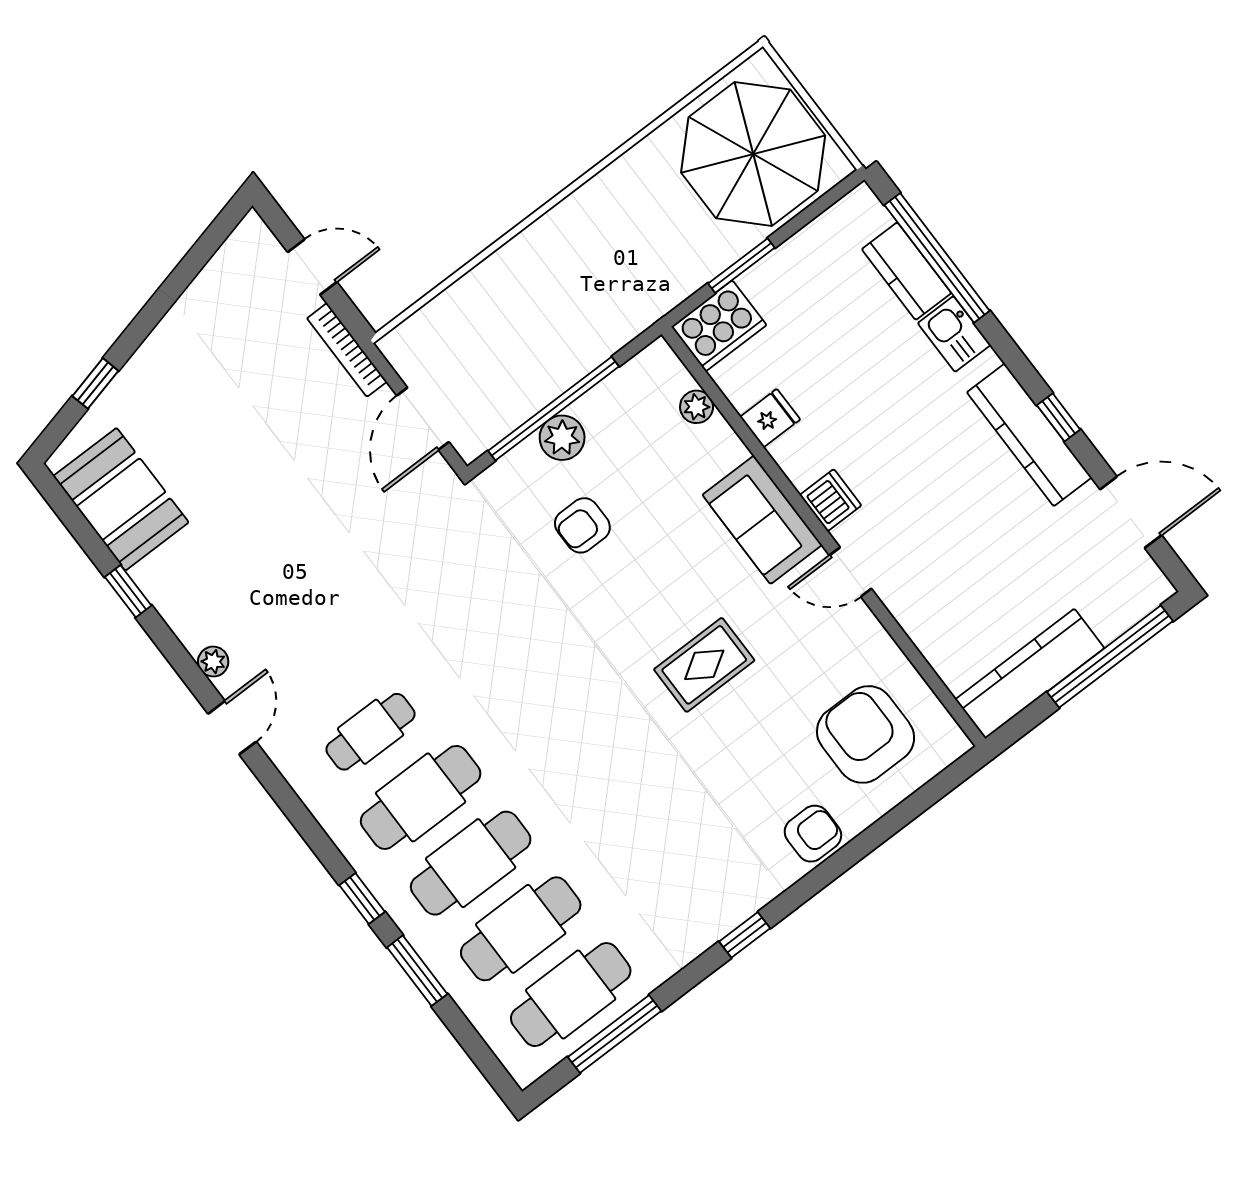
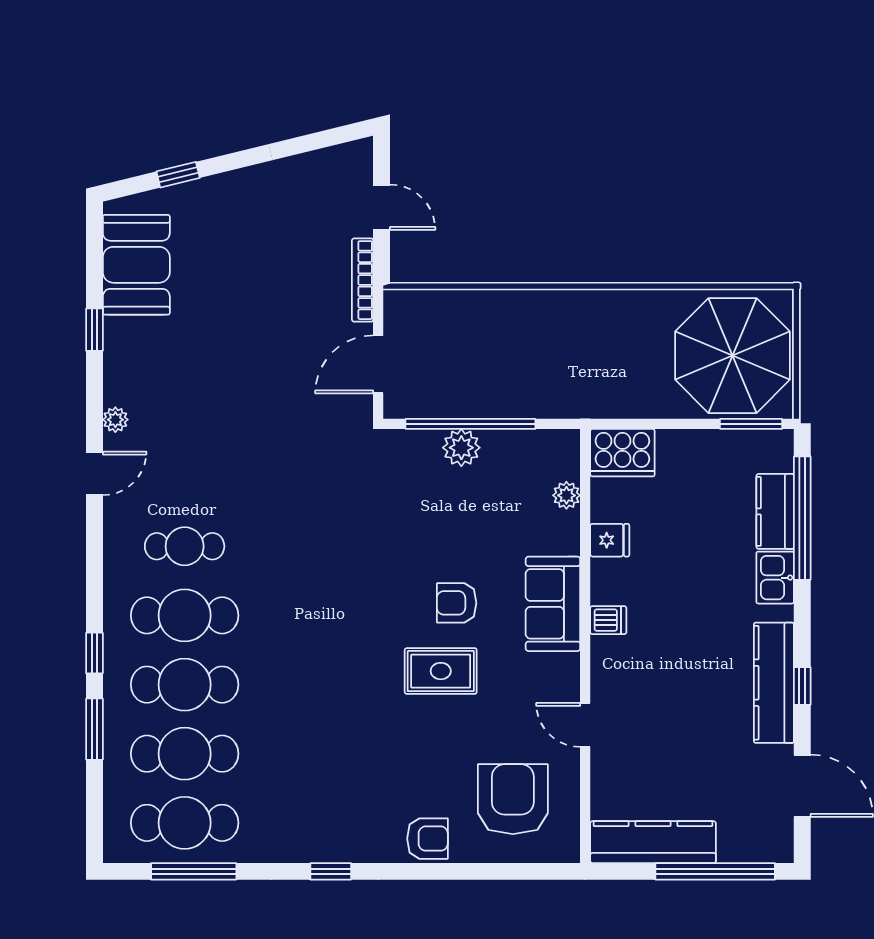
window: (741, 266) -> (751, 424), moved
dishwasher: (830, 500) -> (608, 620), width x0.73
armchair: (582, 525) -> (457, 603), moved
door: (850, 572) -> (585, 725), moved

